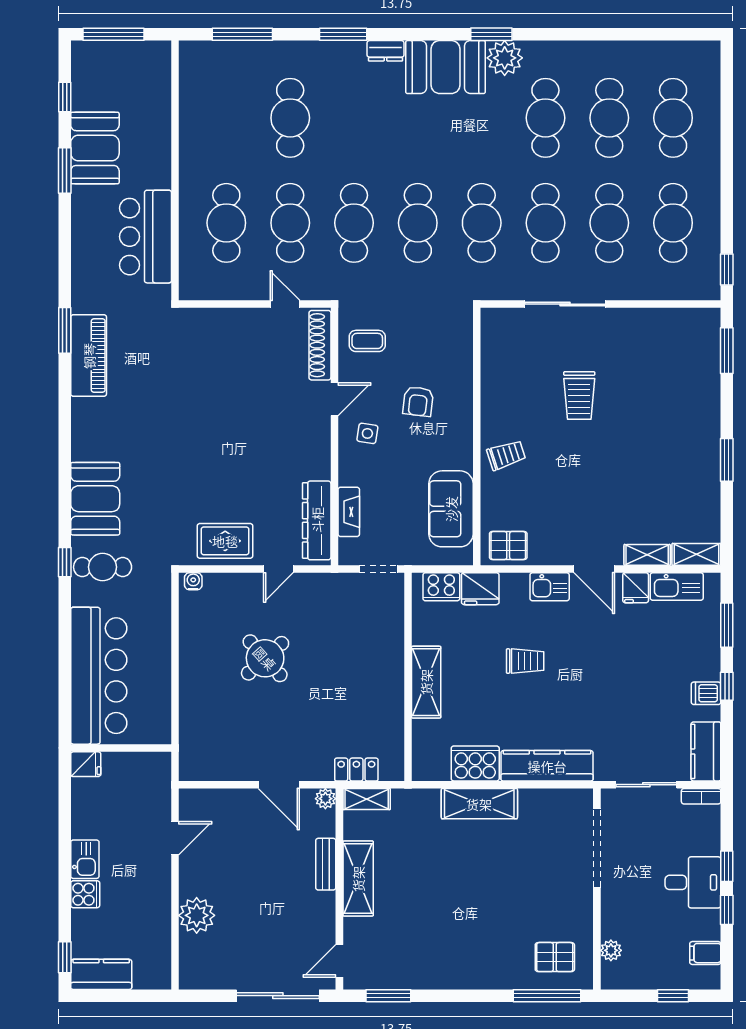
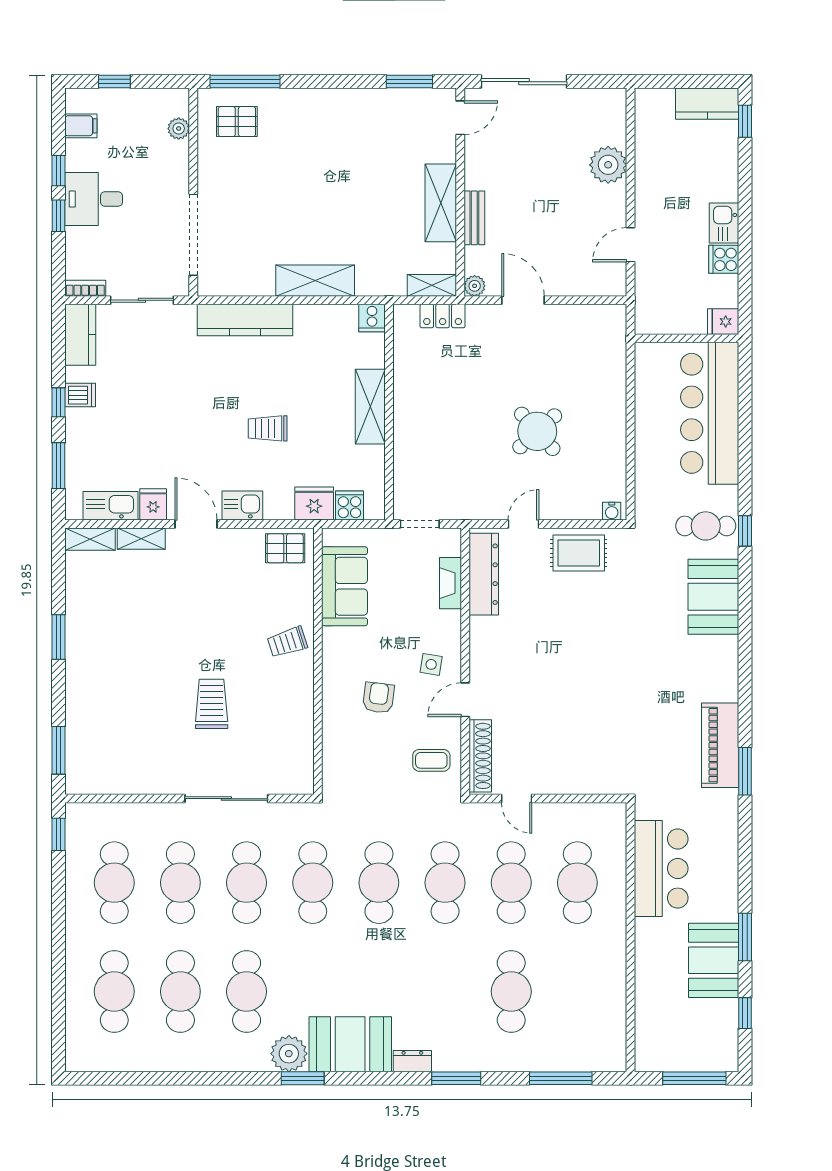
cooker: (441, 587) -> (349, 505), width x0.73
cooker: (475, 763) -> (372, 318), moved, width x0.53, depth x0.76
cooker: (85, 894) -> (724, 259), moved

